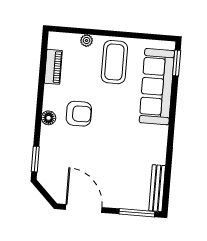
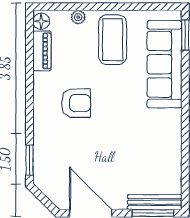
floor lamp: (49, 118) -> (41, 21), moved
bench: (157, 188) -> (155, 202), moved, turned 90

